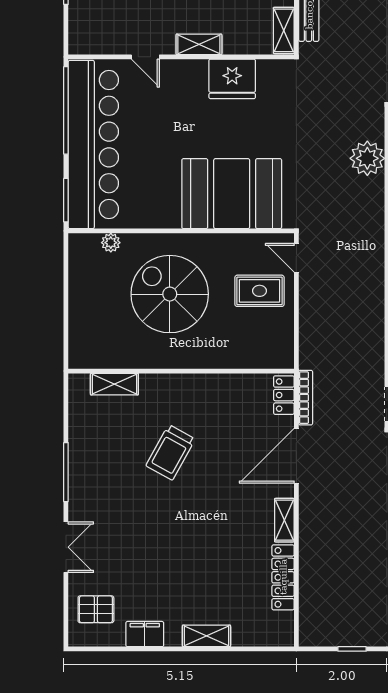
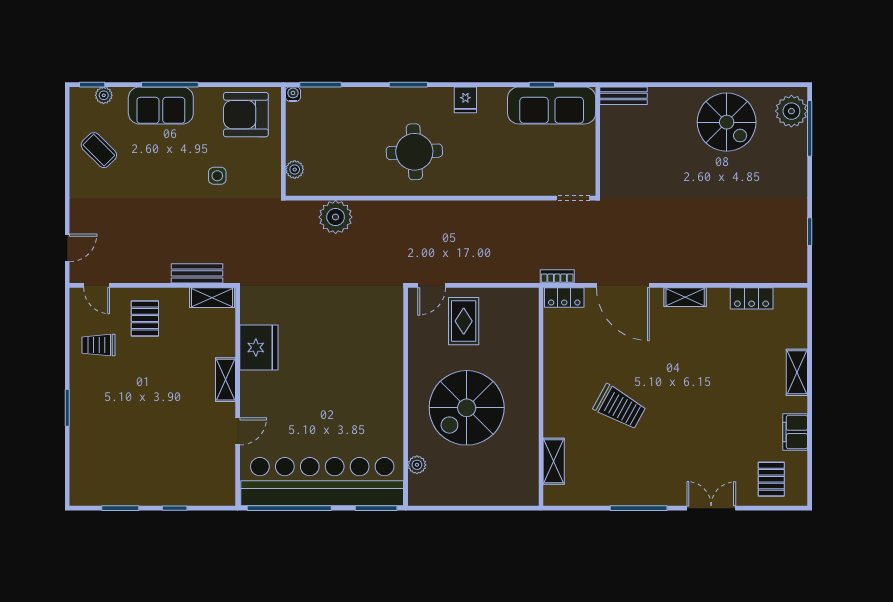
booth: (232, 194) -> (370, 348), removed
bookcase: (306, 398) -> (557, 276), width x0.64
locker: (283, 577) -> (752, 298), width x0.66

